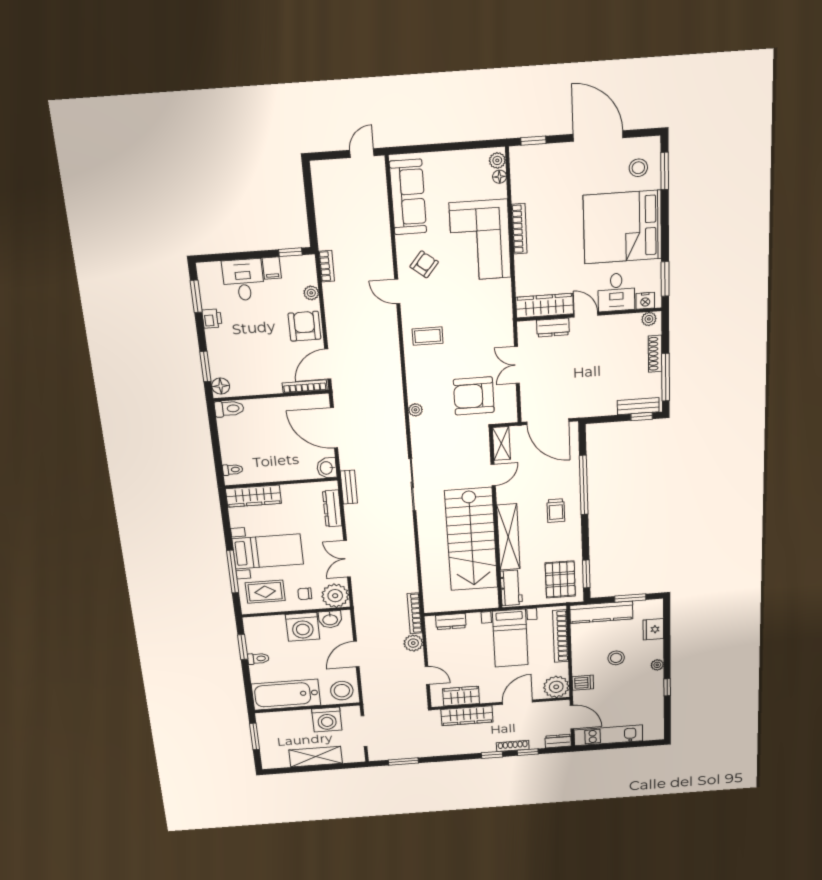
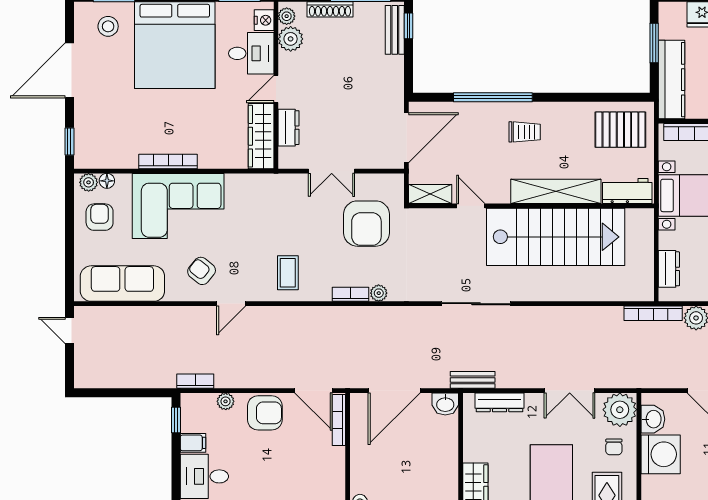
armchair: (466, 173) -> (100, 217), added
plant: (629, 324) -> (291, 39), added
armchair: (305, 326) -> (265, 413), turned 180
bookcase: (413, 388) -> (350, 294), added
window: (586, 574) -> (615, 97), removed

